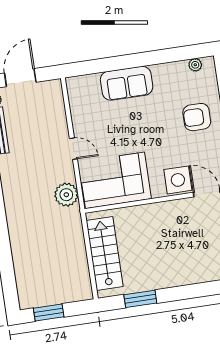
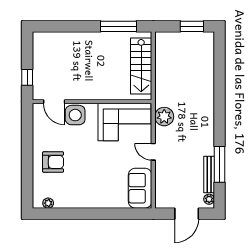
sofa: (127, 83) -> (140, 188), moved, turned -90
window: (140, 299) -> (118, 26), width x1.44

